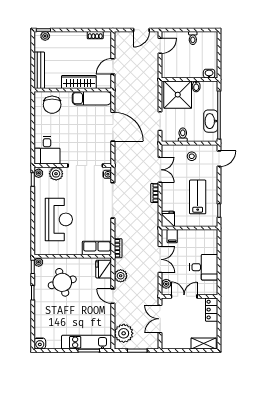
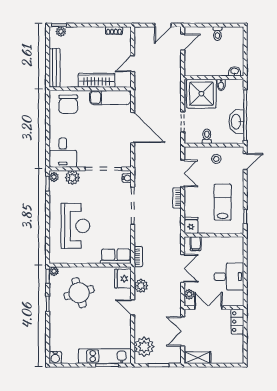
shelving: (204, 344) -> (197, 358), moved

